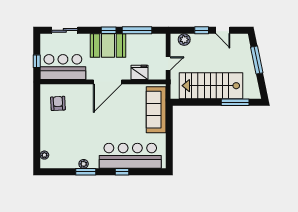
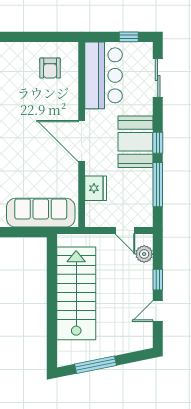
window: (257, 60) -> (95, 365), moved
window: (37, 61) -> (129, 37), moved
door: (168, 64) -> (125, 230), moved
window: (235, 102) -> (52, 329), removed
armchair: (58, 103) -> (50, 68), turned 93

